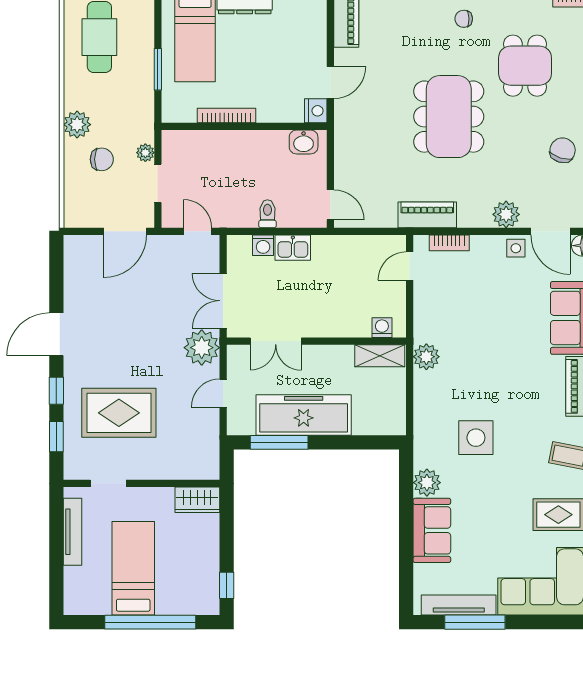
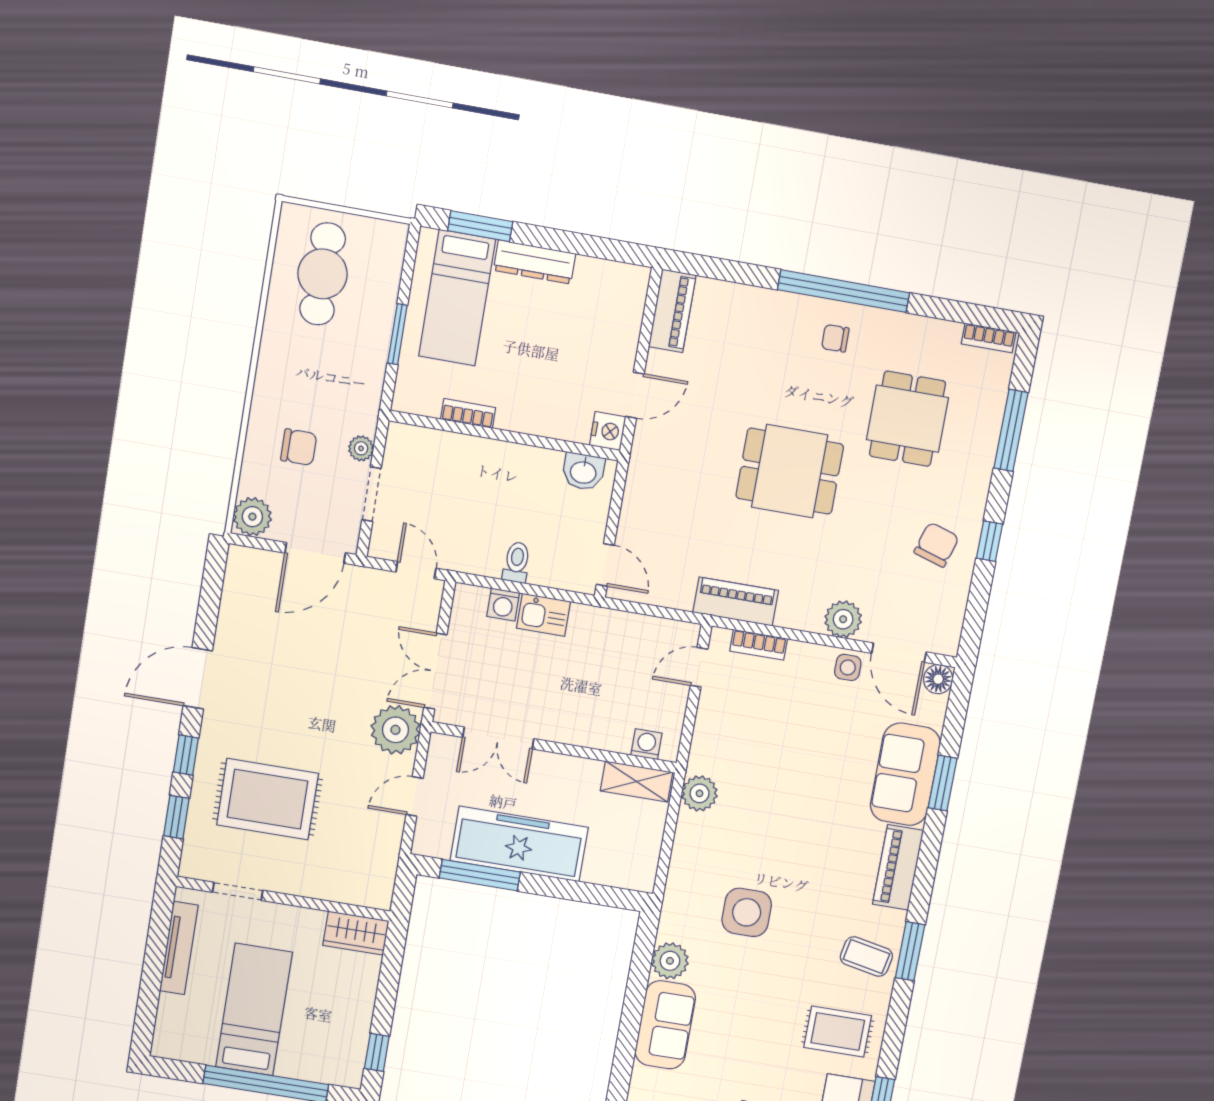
bookcase: (226, 116) -> (468, 413), width x0.64
dining table: (449, 117) -> (790, 471), width x0.73
plant: (77, 125) -> (252, 517), moved

